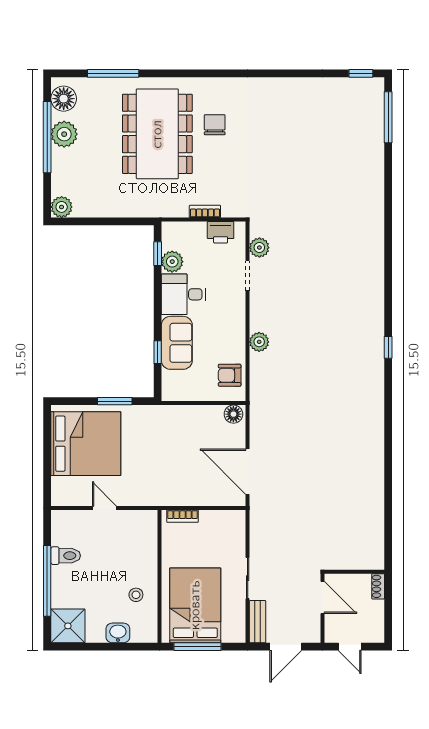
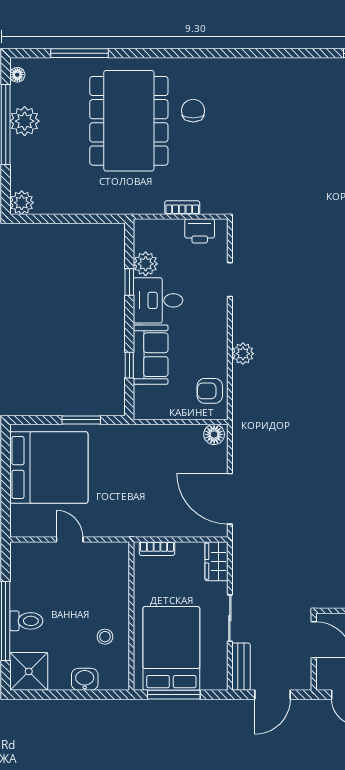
floor lamp: (64, 99) -> (17, 75), width x0.53, depth x0.53
plant: (259, 248) -> (243, 248), removed
window: (158, 254) -> (129, 282), moved
wardrobe: (236, 527) -> (216, 561), added
toilet: (66, 556) -> (26, 621), moved

